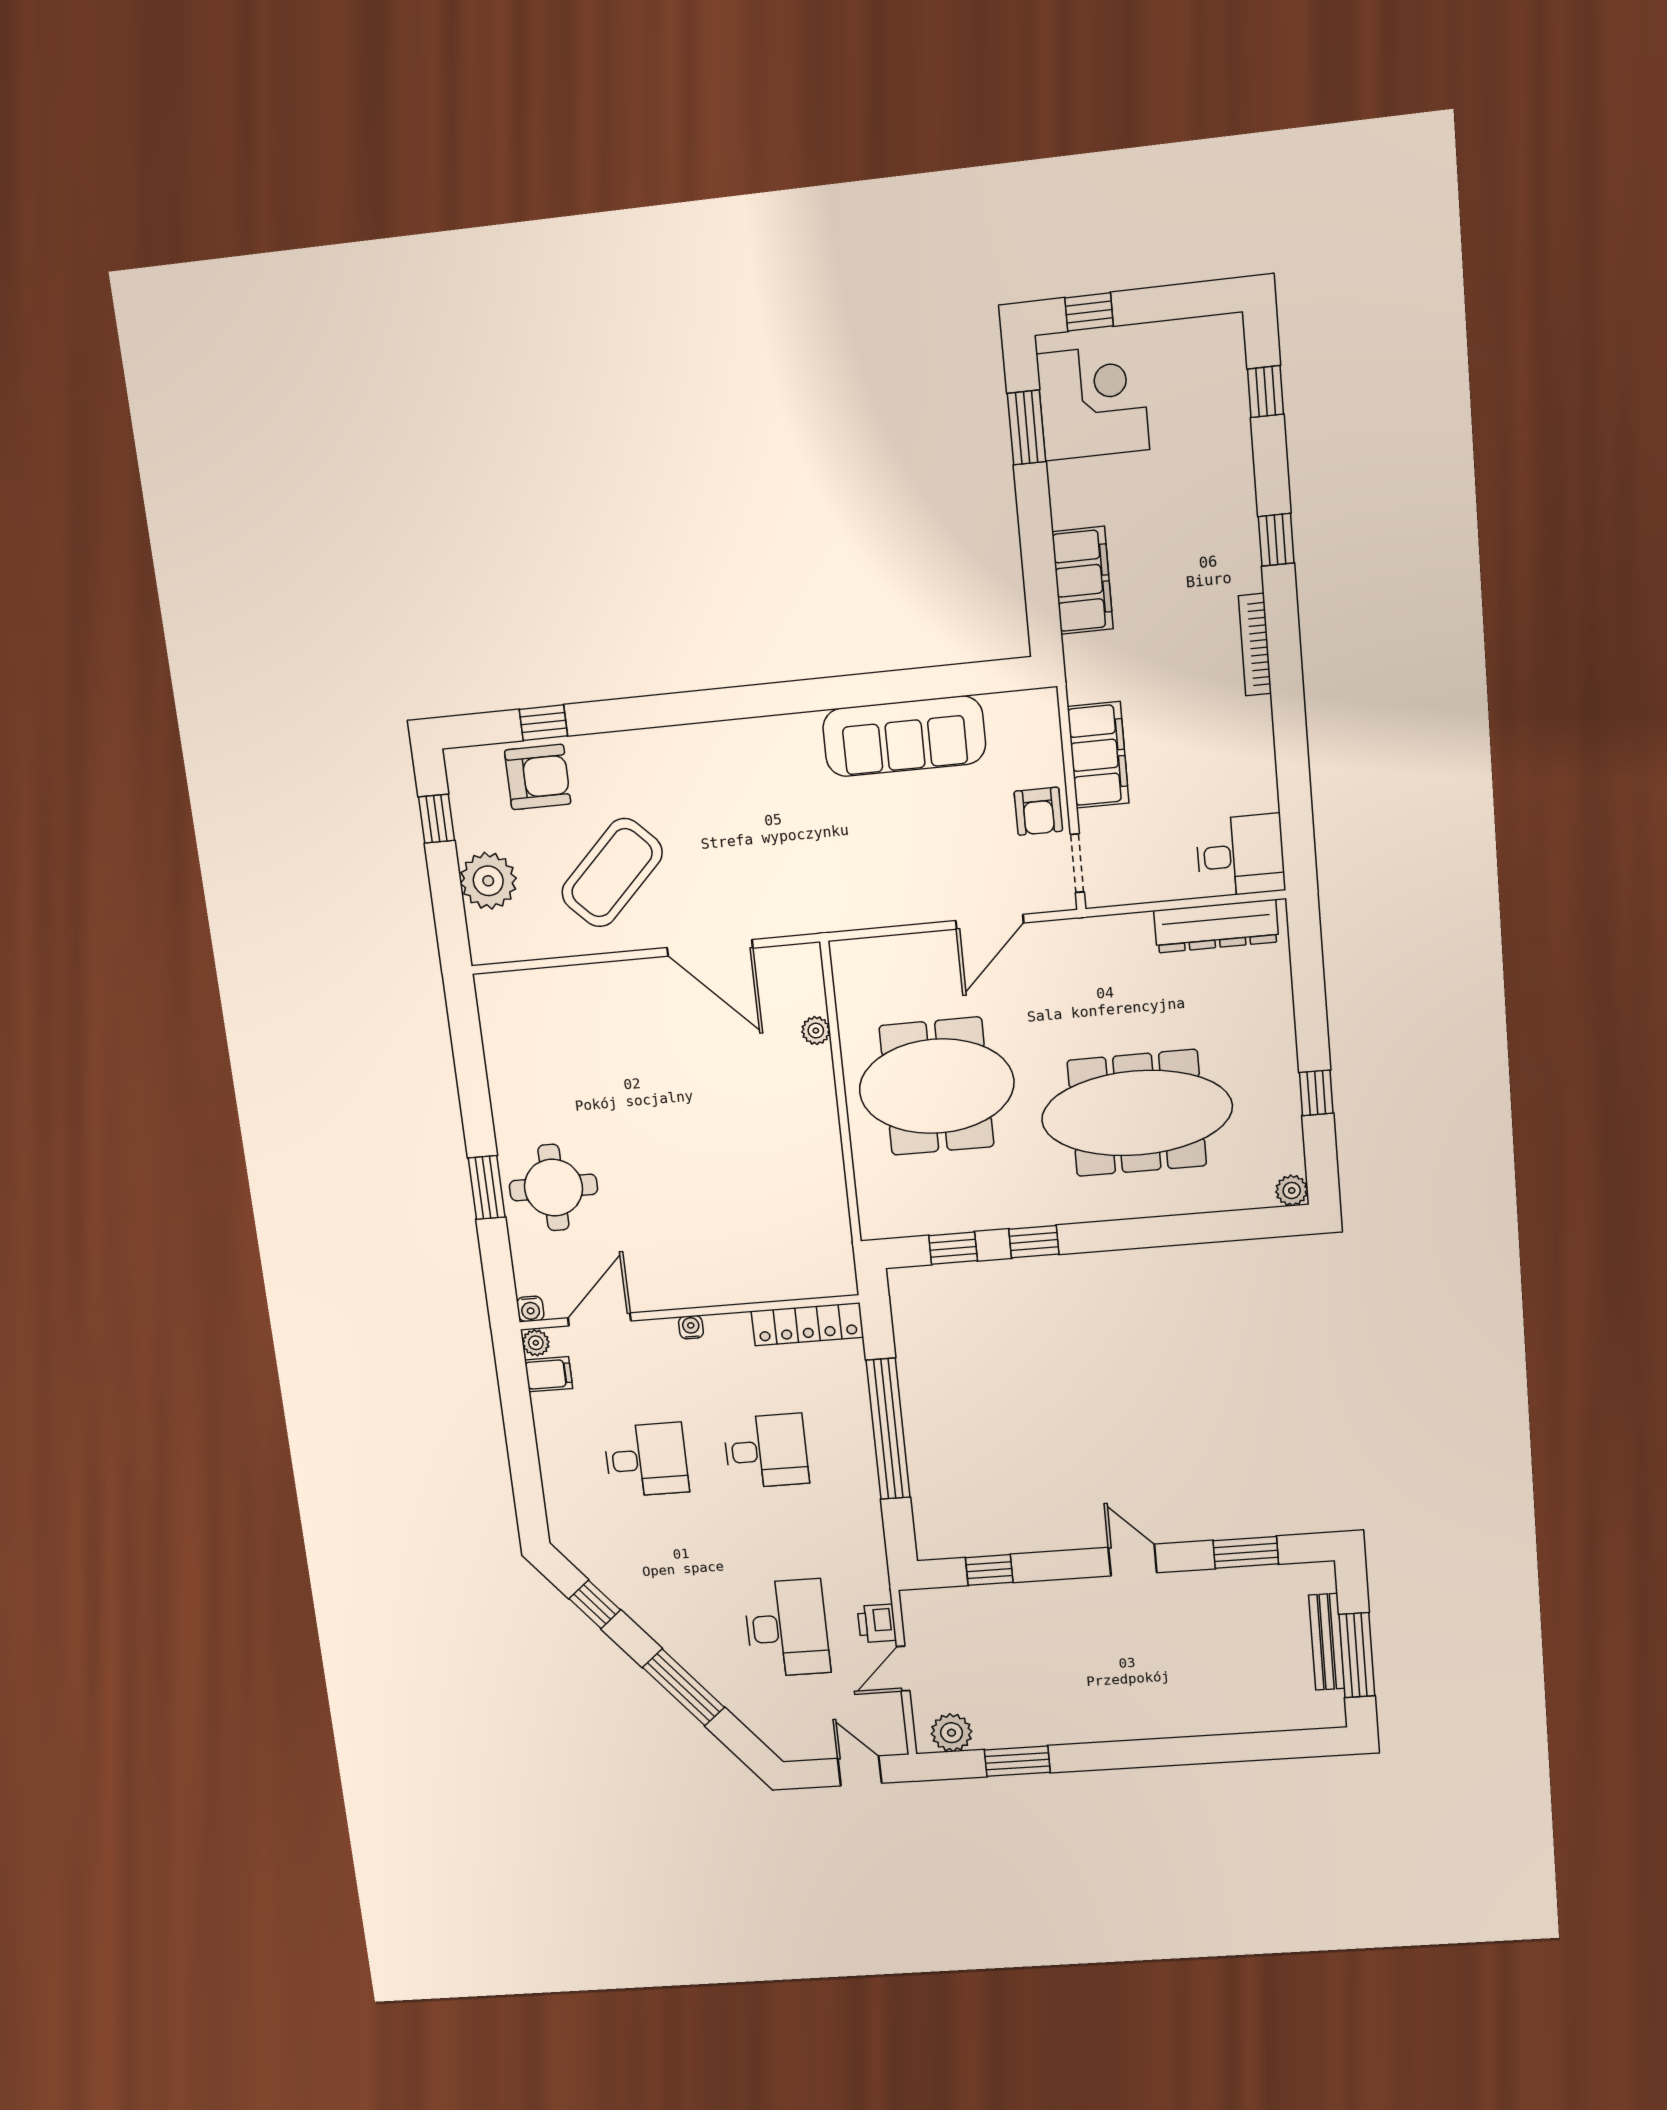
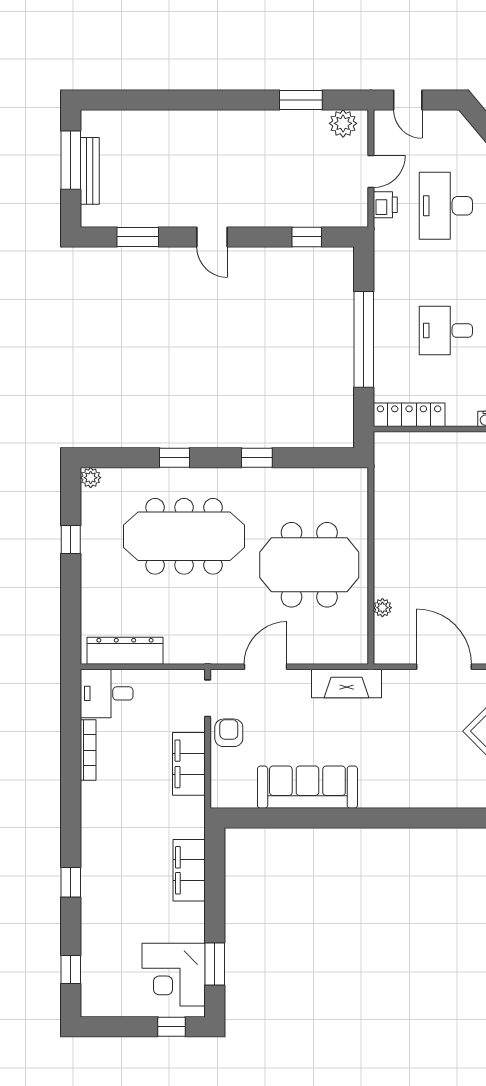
bookcase: (1255, 645) -> (88, 750), moved
fireplace: (859, 907) -> (347, 683), added
window: (953, 1248) -> (174, 458), moved

